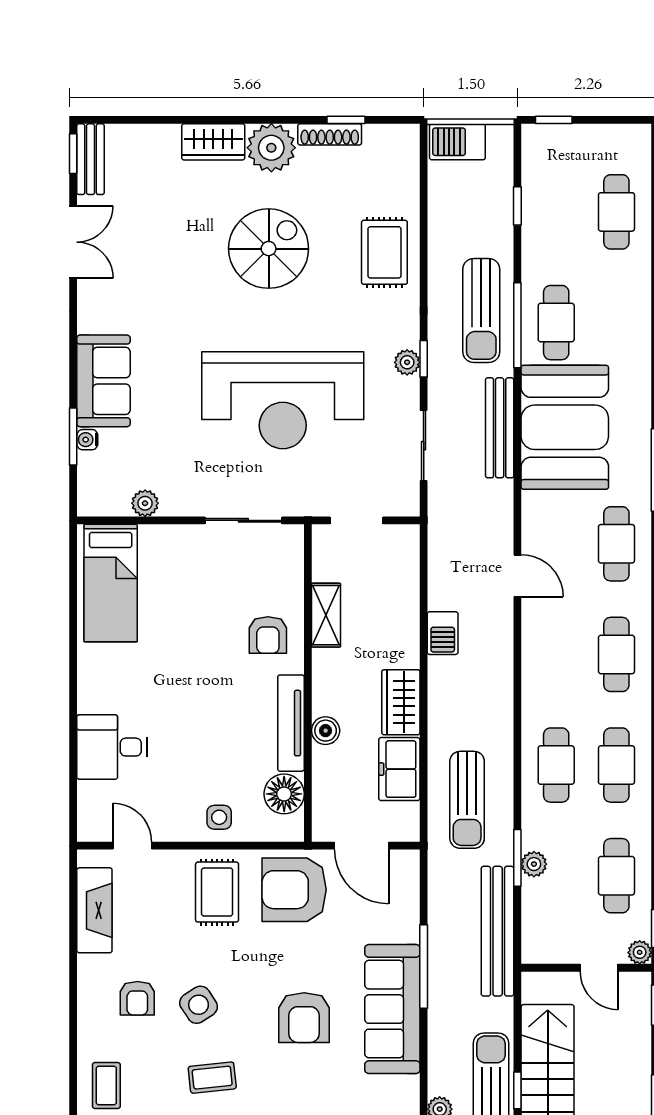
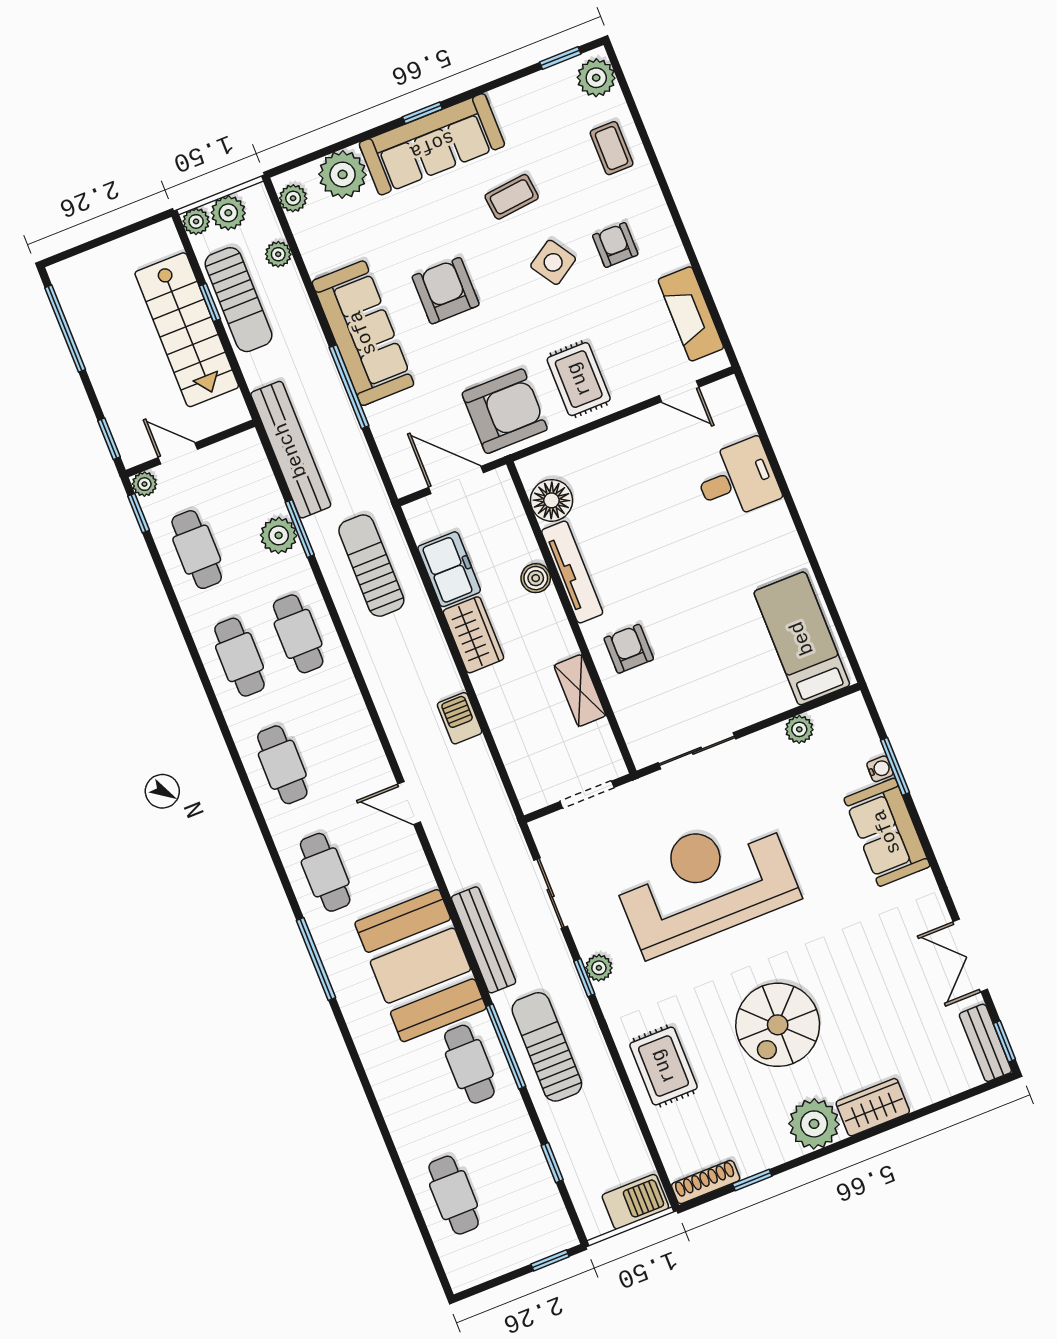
shoe rack: (330, 134) -> (706, 1182), moved
side table: (219, 817) -> (606, 453), removed
plant: (534, 864) -> (279, 535), width x1.38, depth x1.38

